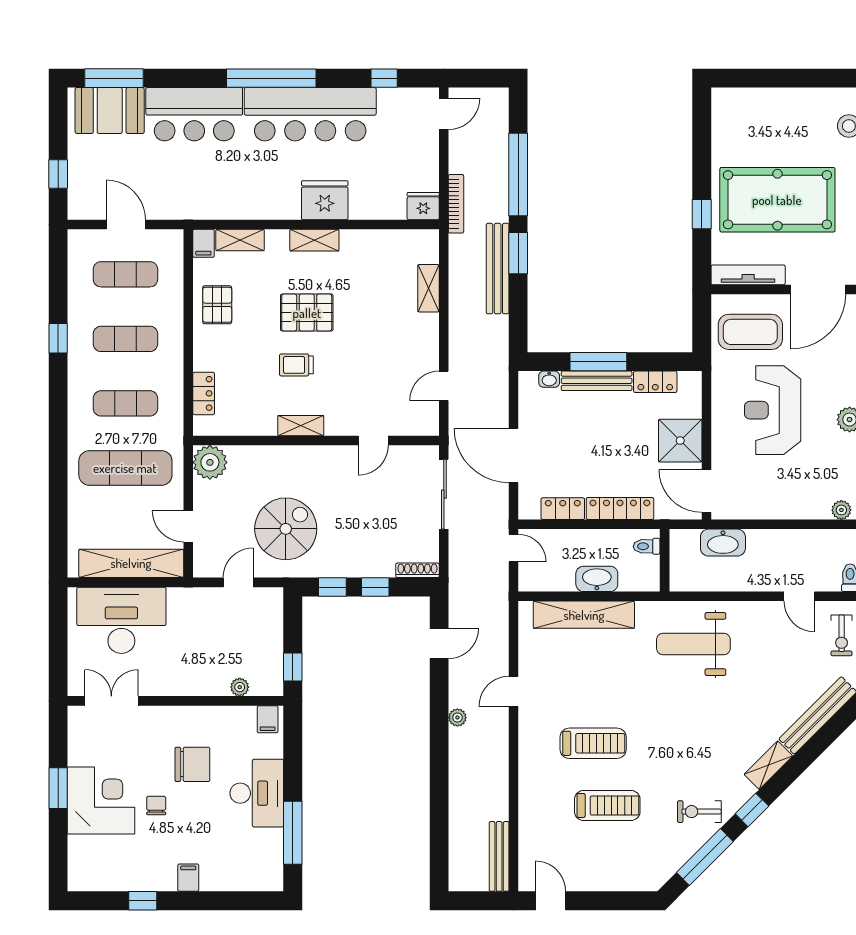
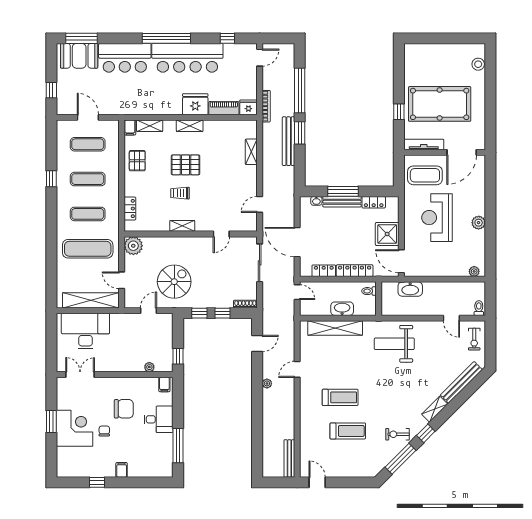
piano: (378, 207) -> (224, 108), added
desk: (257, 793) -> (159, 419), width x0.73

